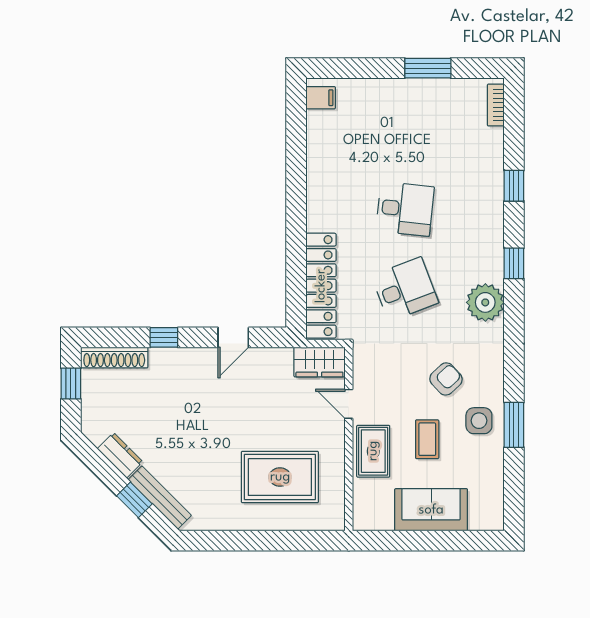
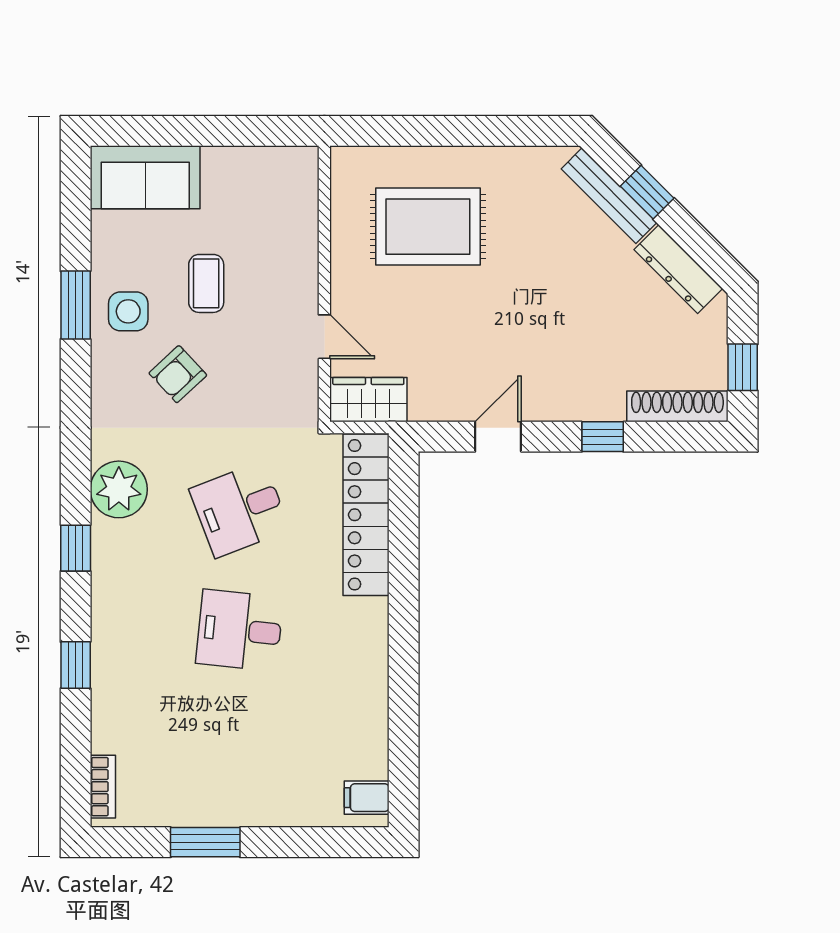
rug: (373, 451) -> (287, 265), removed
dresser: (120, 455) -> (678, 269), width x1.44
sofa: (431, 510) -> (145, 177), moved

